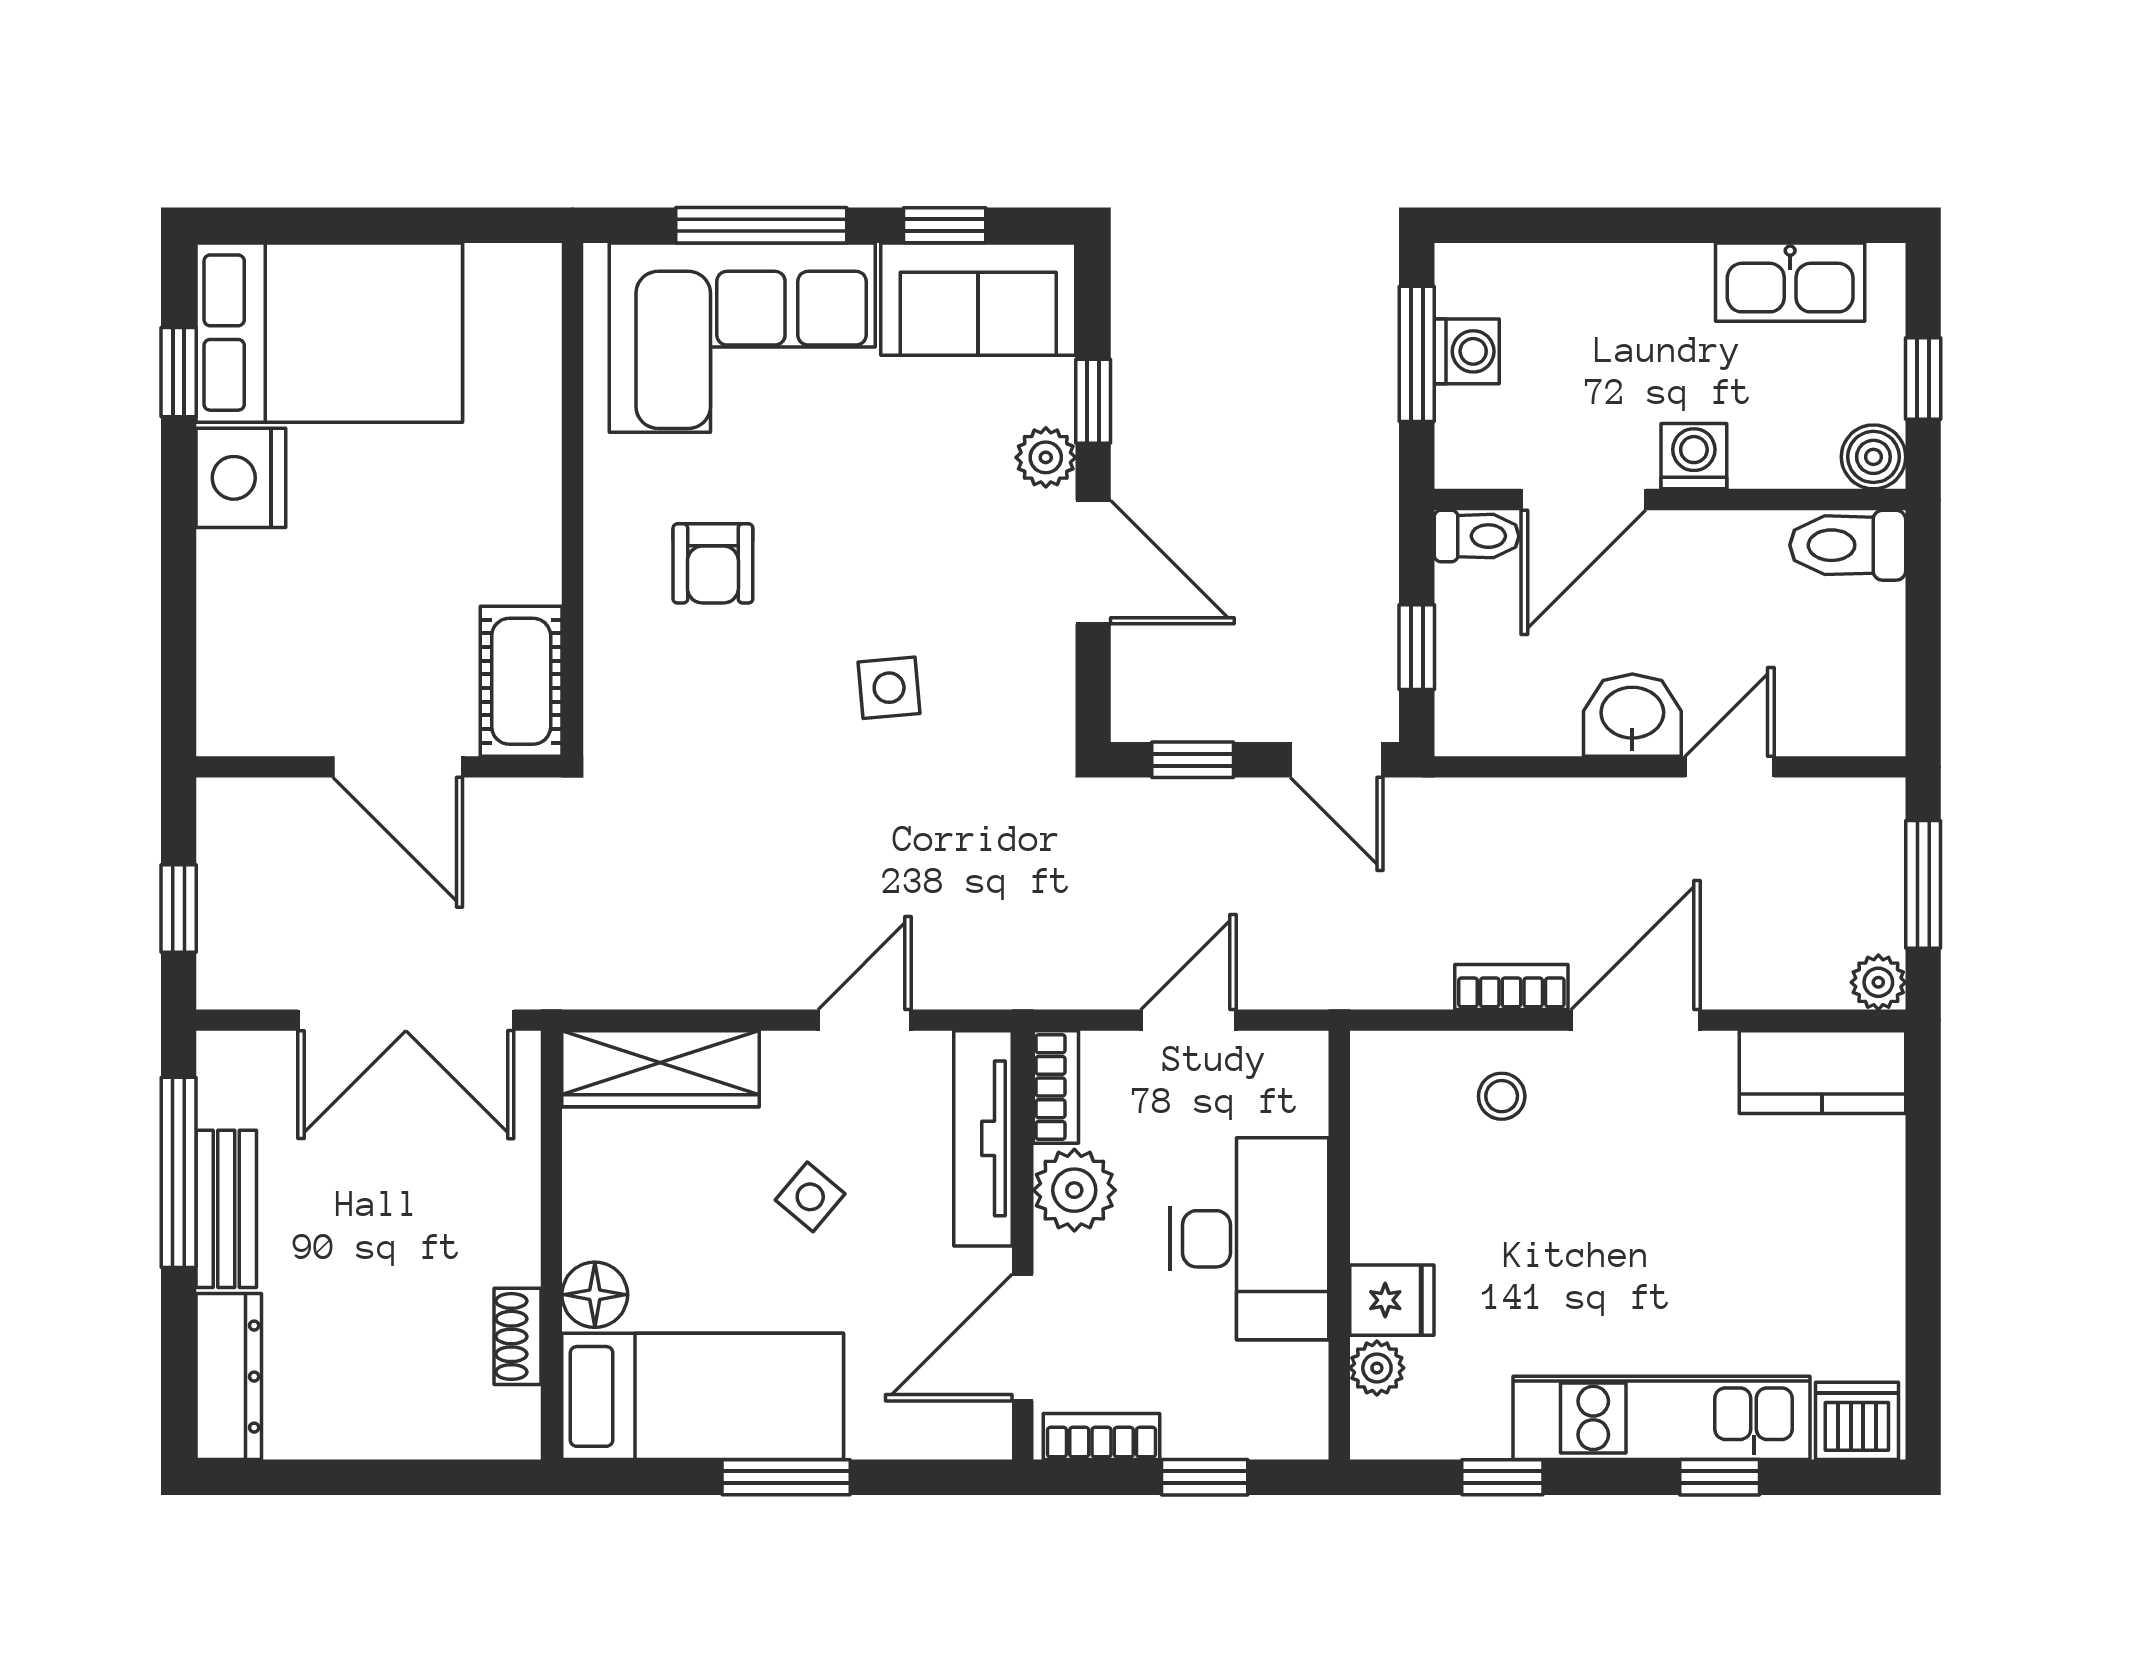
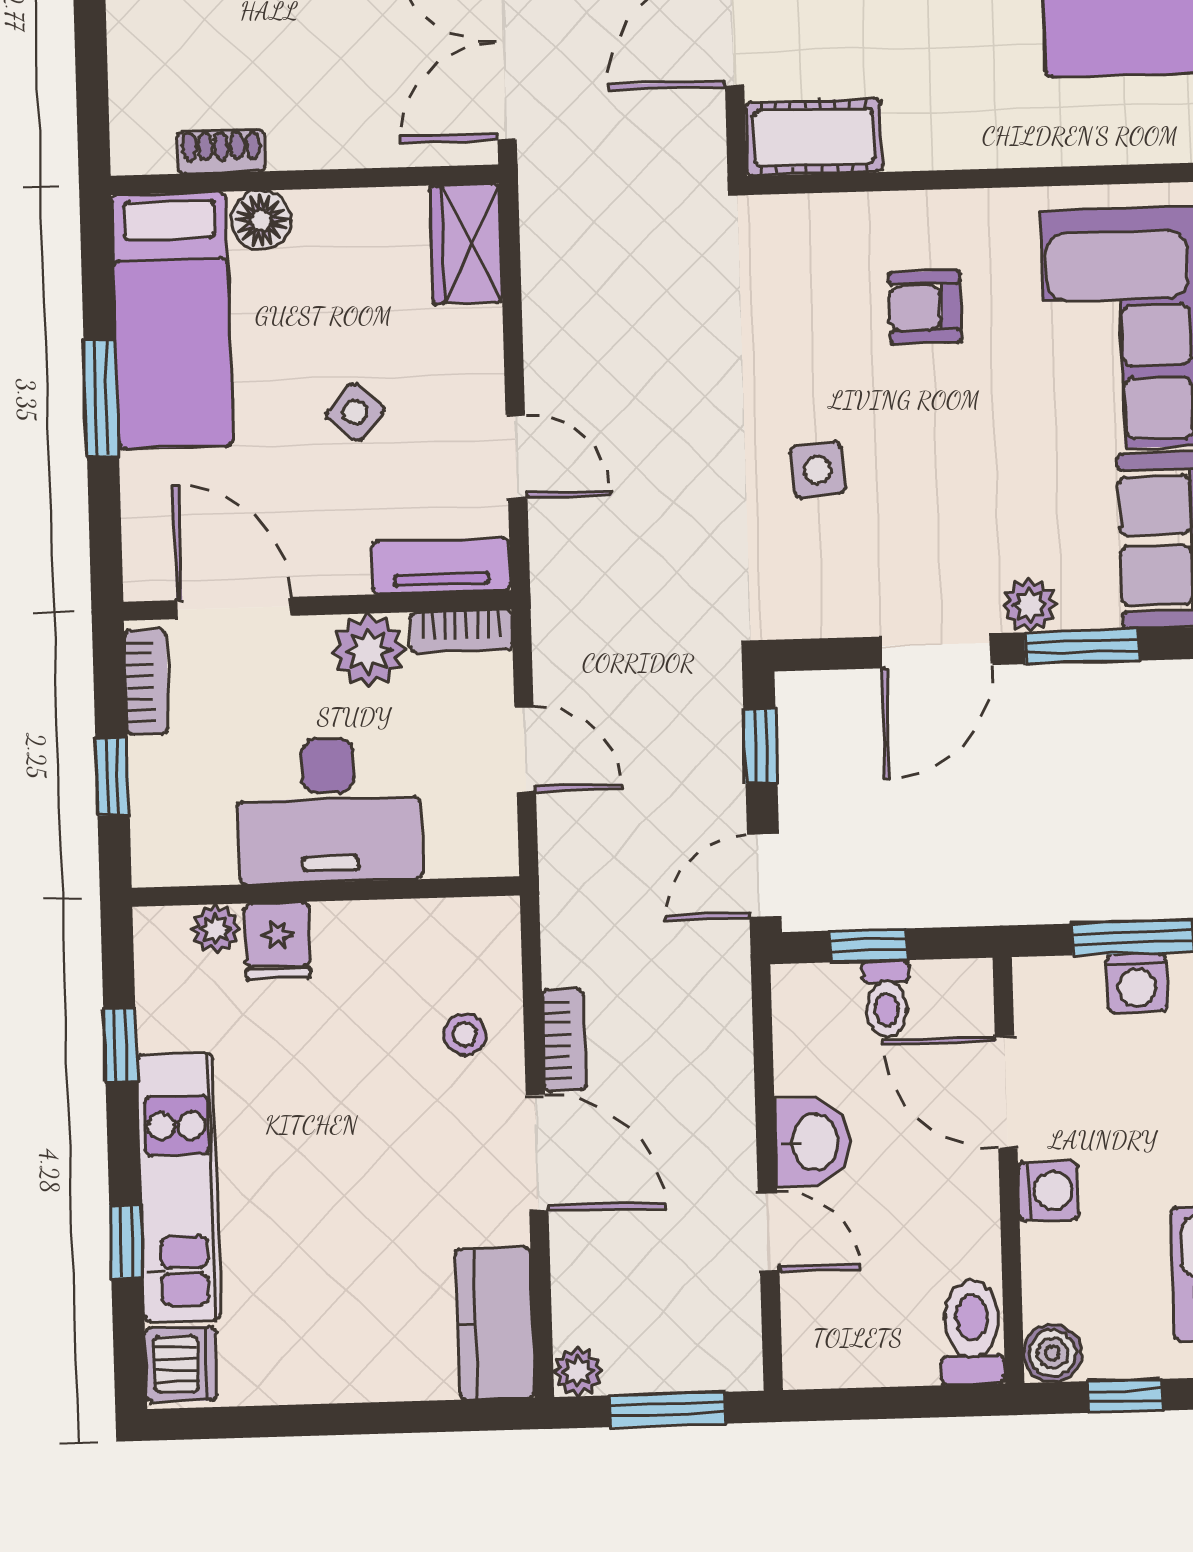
window: (1093, 401) -> (1082, 646), width x1.50
toilet: (1477, 536) -> (886, 999), moved
wardrobe: (661, 1069) -> (466, 244), width x0.67
tv unit: (983, 1138) -> (441, 566), width x0.71

